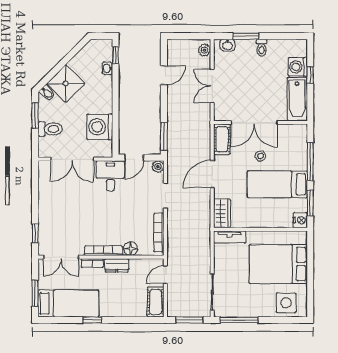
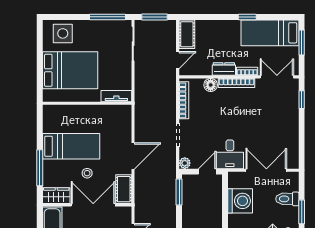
window: (310, 203) -> (40, 128), removed
wardrobe: (222, 213) -> (56, 196), moved, turned 90
nightstand: (300, 220) -> (49, 112), removed

